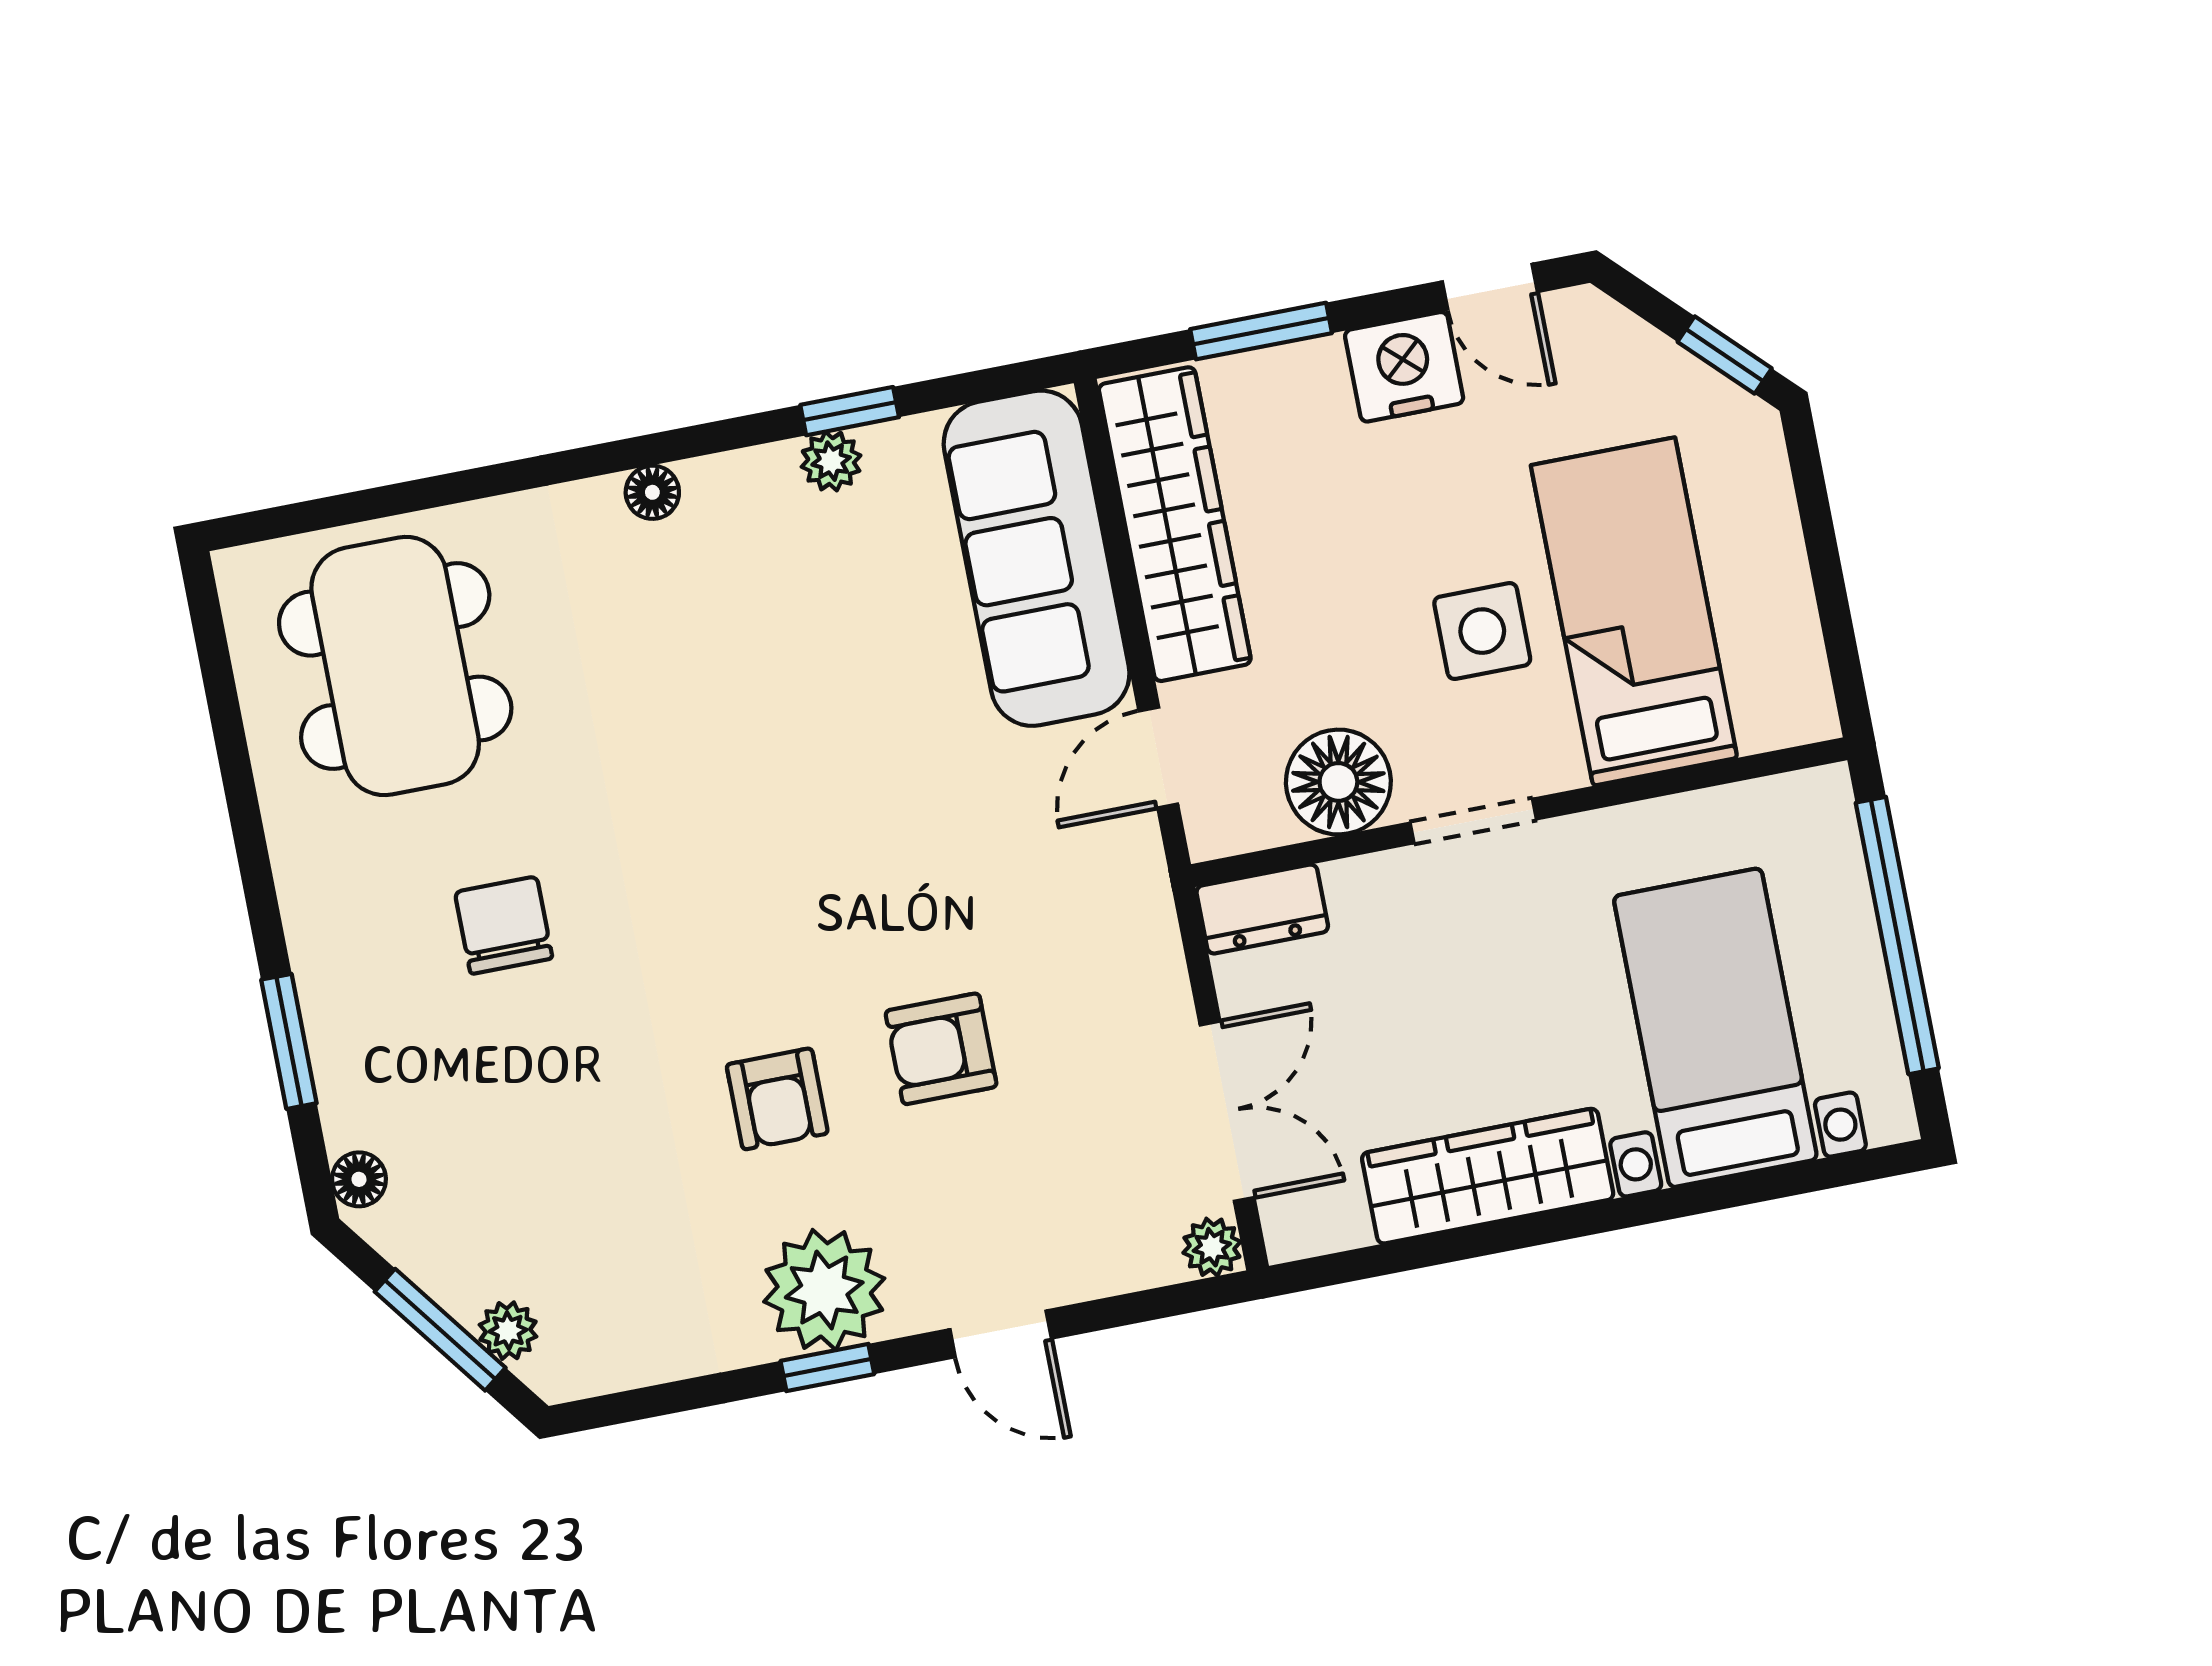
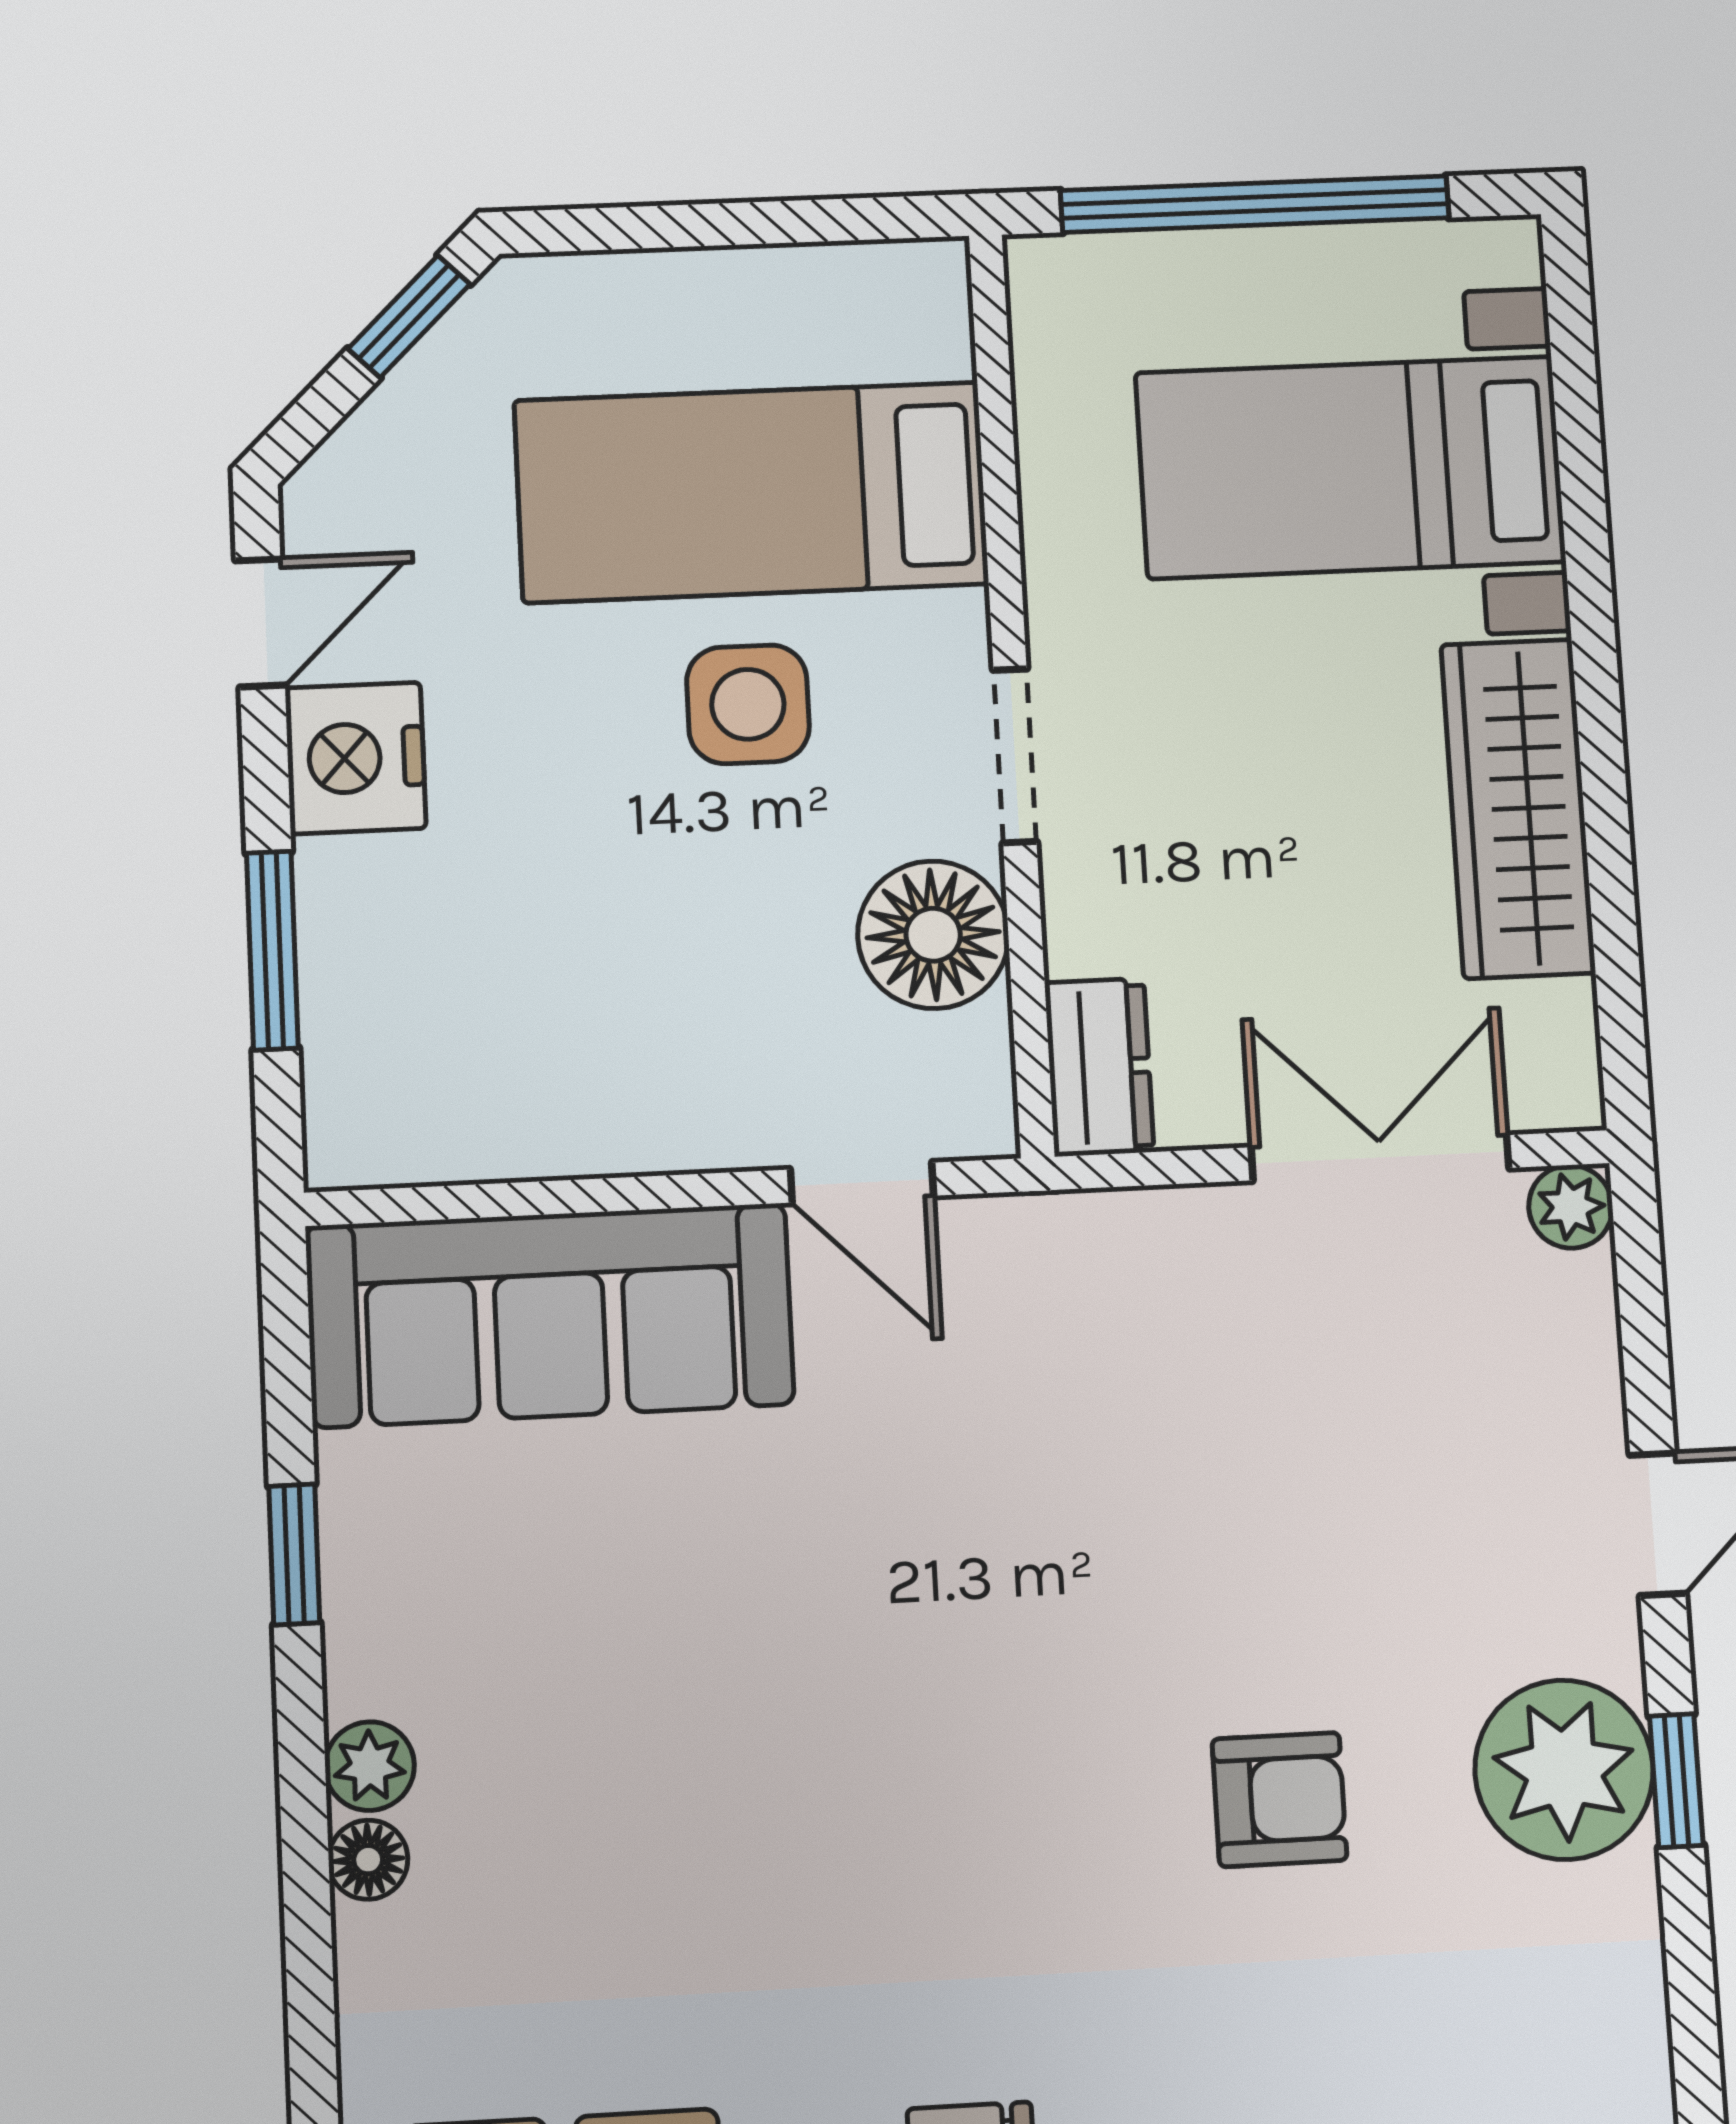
plant: (831, 461) -> (370, 1766), moved
wardrobe: (1175, 524) -> (531, 1112), removed
armchair: (941, 1049) -> (1238, 1552), removed

